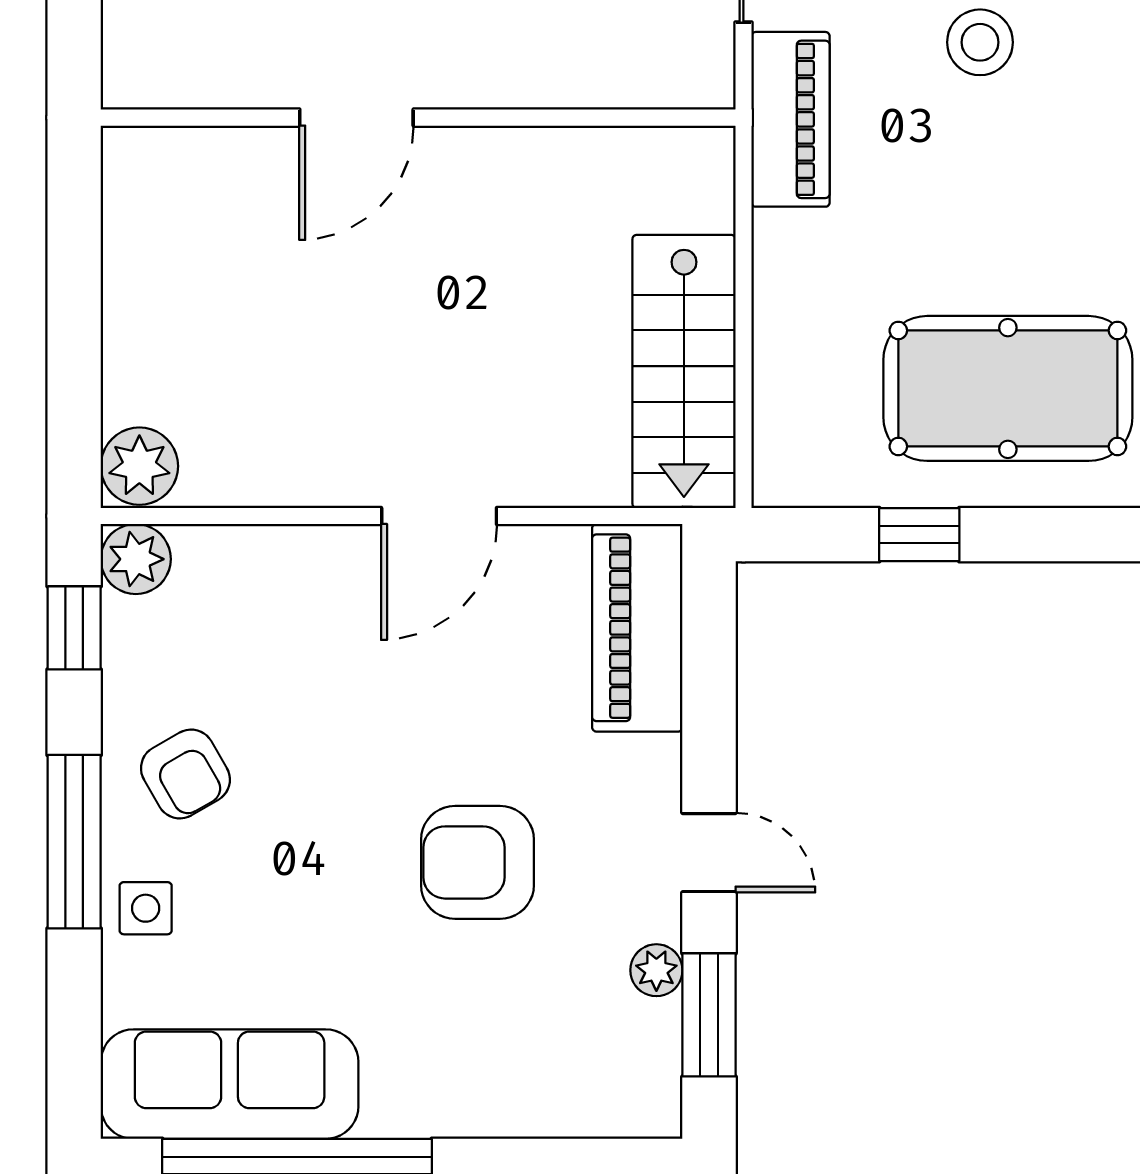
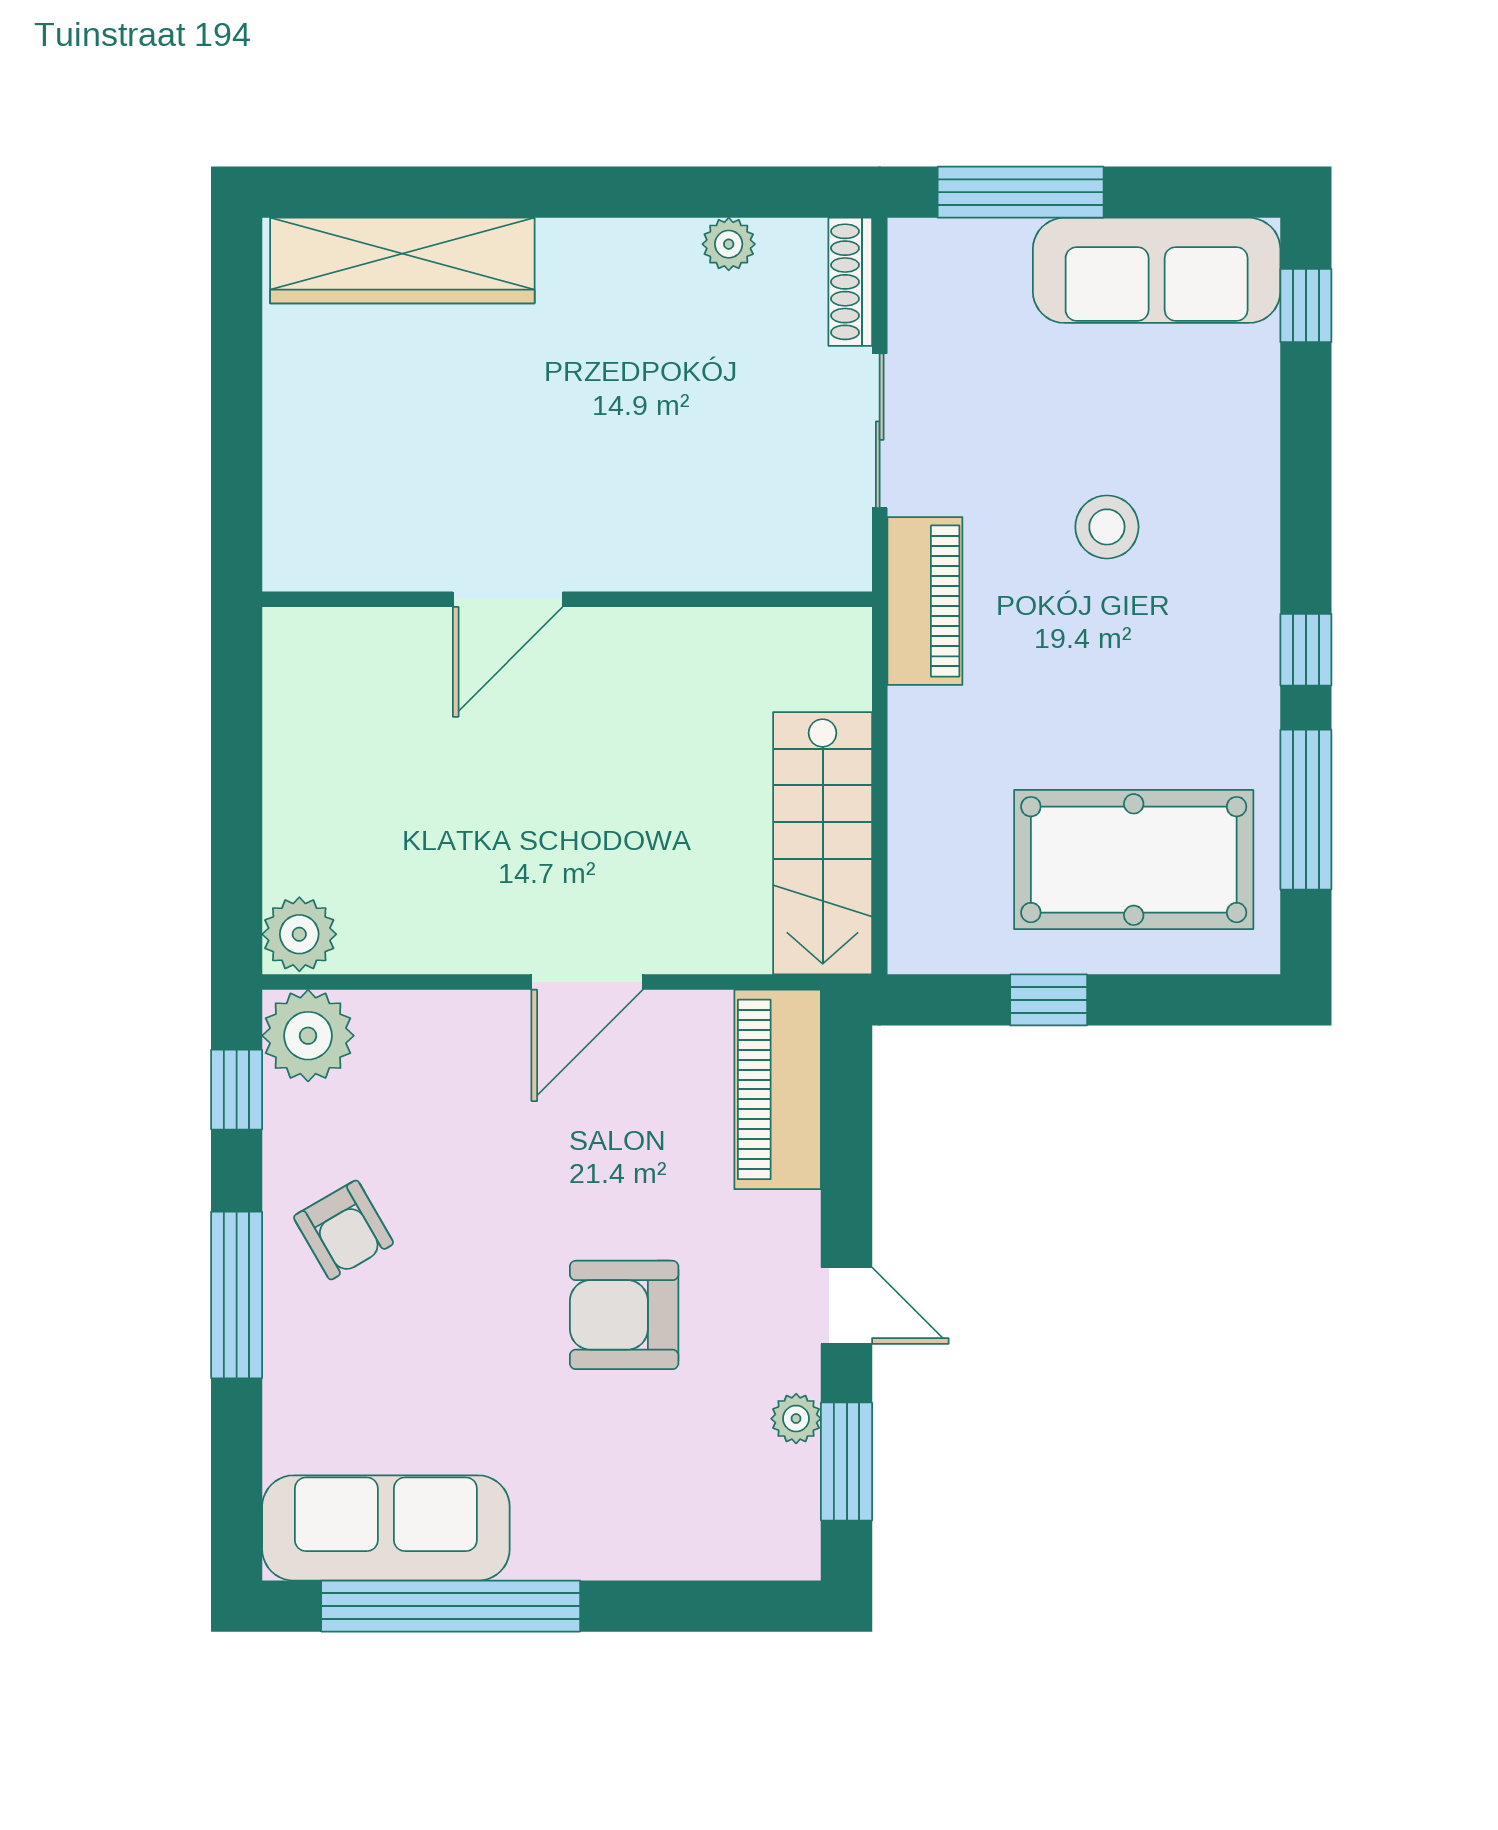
plant: (136, 559) -> (308, 1036), width x1.36, depth x1.36
side table: (146, 908) -> (305, 1359), removed

